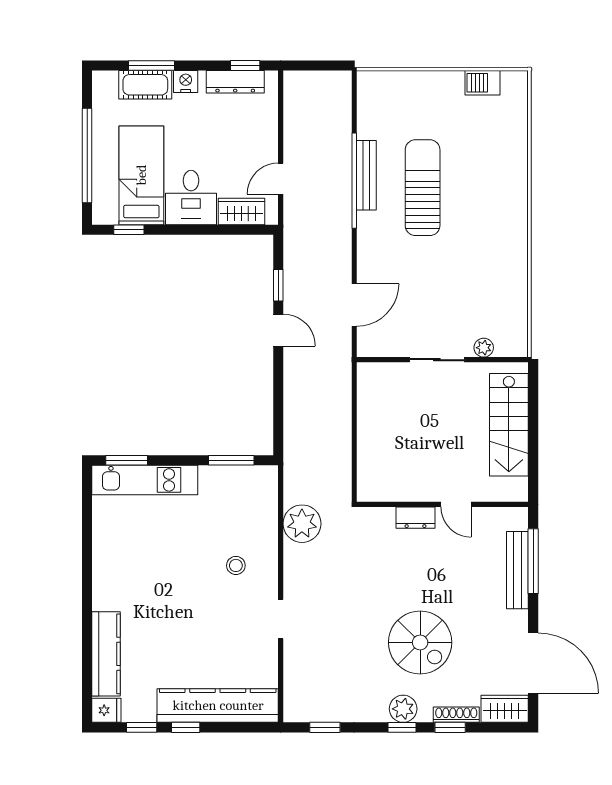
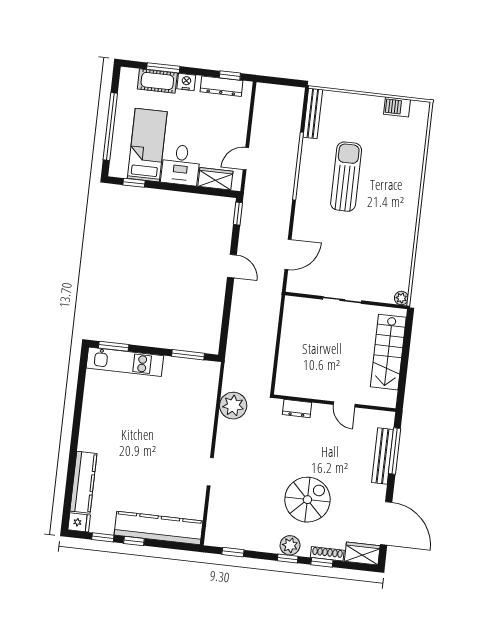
bench: (366, 175) -> (313, 113), moved
window: (278, 285) -> (238, 214), moved
plant: (484, 348) -> (401, 298), moved
dresser: (416, 518) -> (297, 409), moved
stool: (236, 565) -> (183, 430), removed
spiral stairs: (420, 642) -> (307, 500), turned -90

